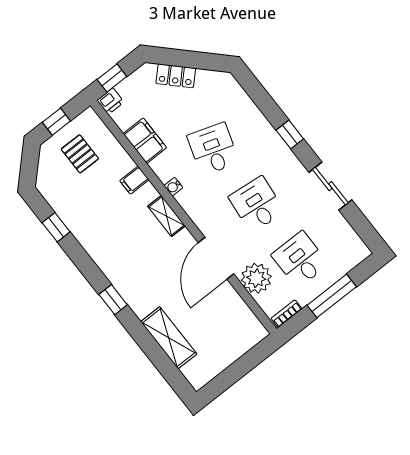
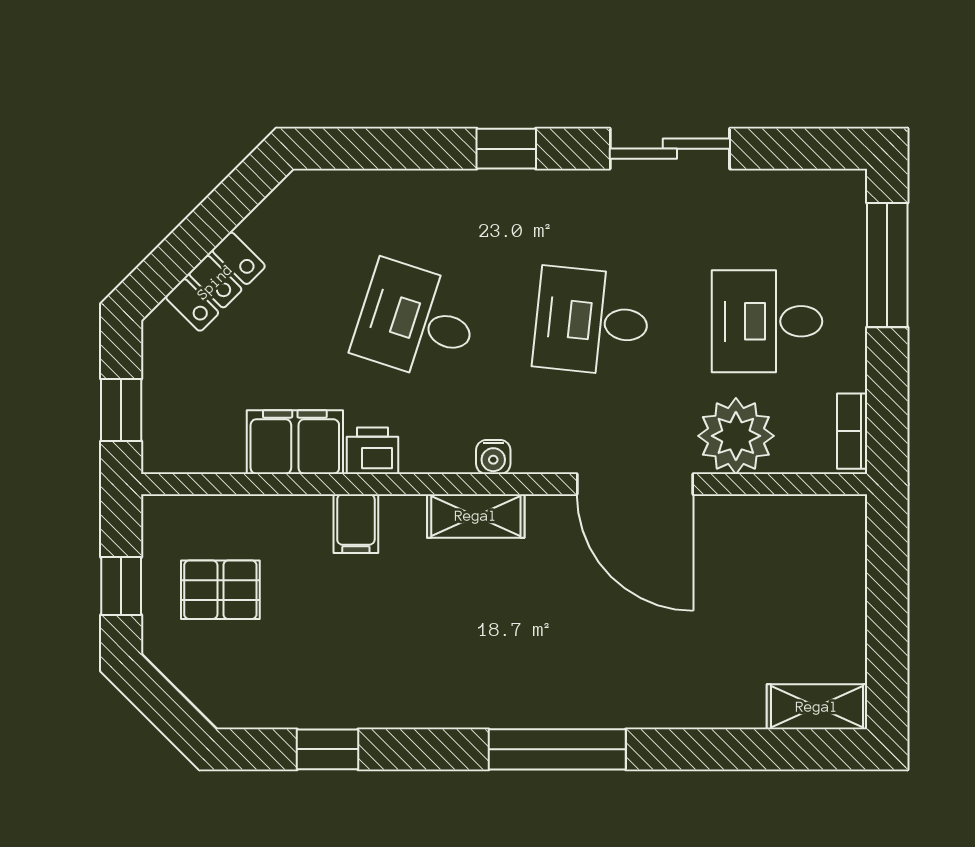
printer: (111, 101) -> (372, 451), moved, turned -90
water cooler: (173, 187) -> (493, 457), moved
window: (332, 296) -> (887, 265), moved
window: (113, 300) -> (557, 749), width x2.17
shelving: (169, 338) -> (817, 707), moved, width x0.67, depth x0.75

